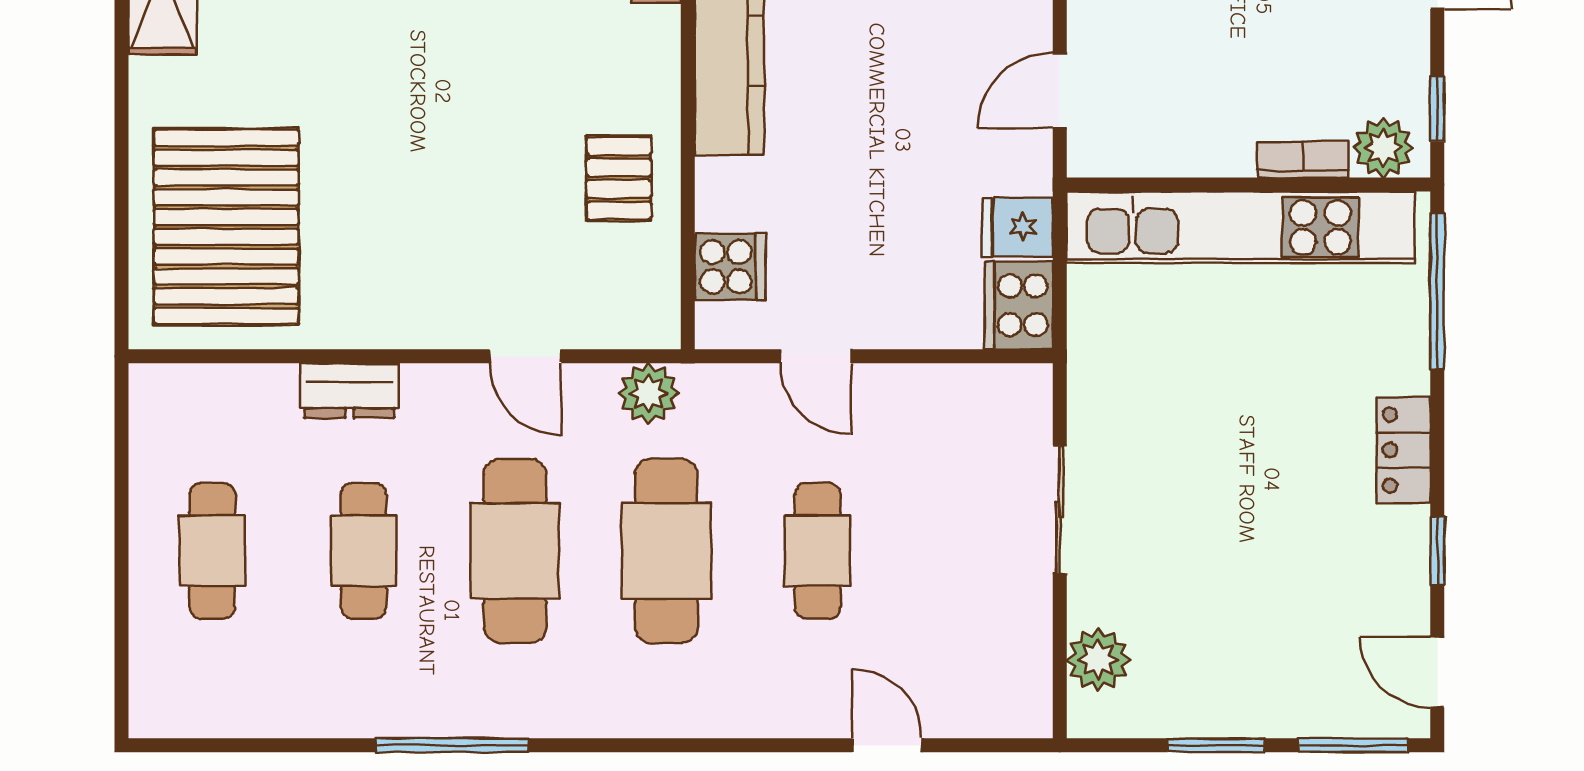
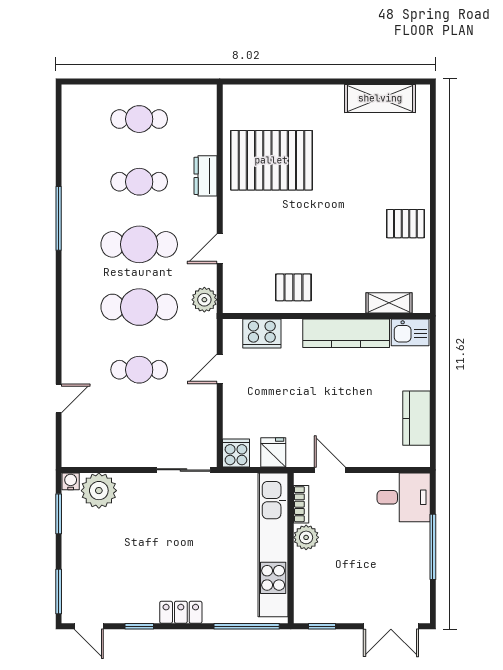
plant: (1383, 148) -> (306, 537), moved
bookcase: (1303, 159) -> (301, 504), moved
pallet: (226, 227) -> (271, 160), moved
cooker: (730, 267) -> (262, 333), width x1.36
cooker: (1019, 305) -> (236, 453), width x0.73
sliding door: (1060, 510) -> (184, 470), moved
plant: (1098, 660) -> (99, 491), width x1.36, depth x1.36
door: (1437, 672) -> (89, 626), swing flipped
water cooler: (1087, 716) -> (71, 481), added
window: (1216, 745) -> (59, 514), moved

